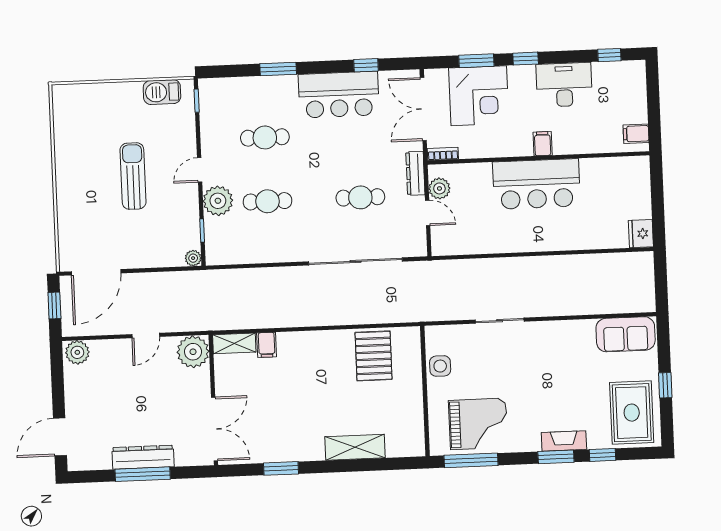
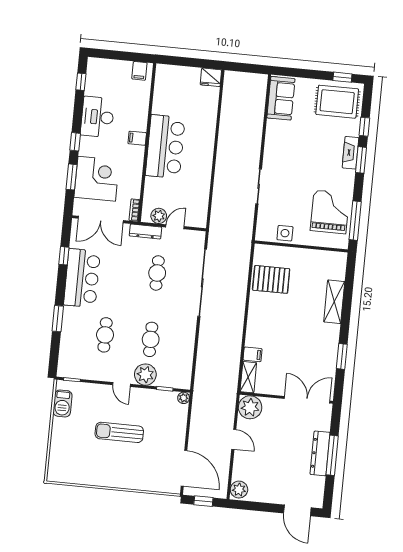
window: (665, 385) -> (342, 77), moved

